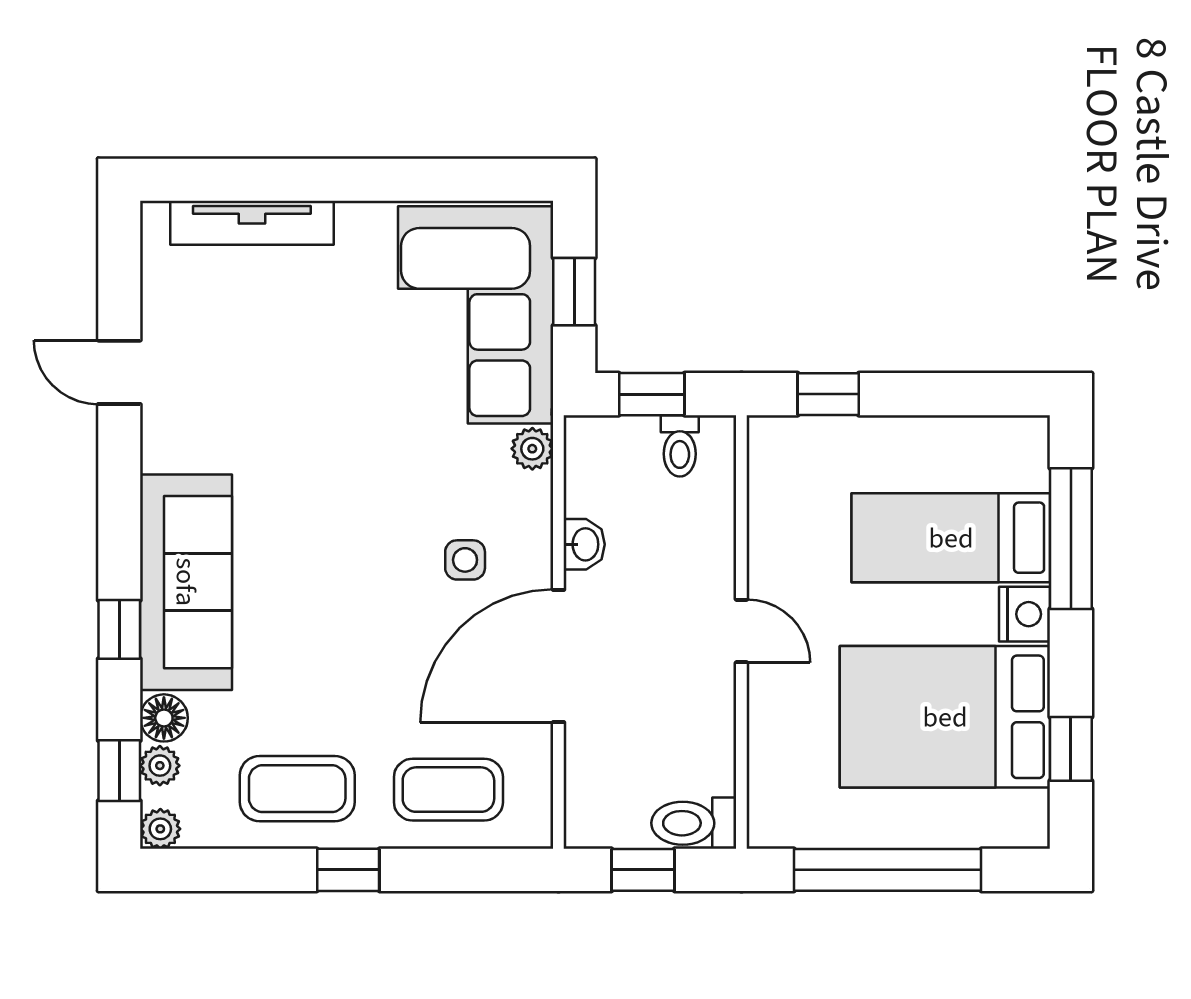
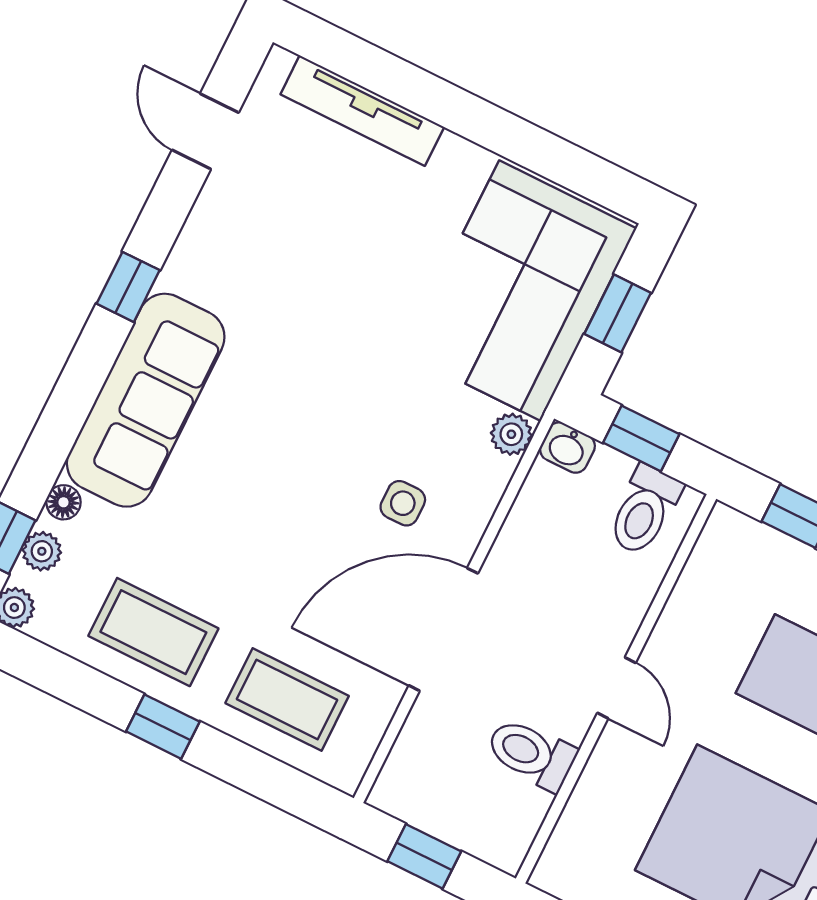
door: (119, 372) -> (205, 131), moved
toilet: (680, 446) -> (644, 510), width x1.37, depth x1.39
washbasin: (584, 544) -> (567, 448), moved, turned 90
window: (119, 629) -> (128, 287), moved
floor lamp: (164, 718) -> (64, 502), width x0.73, depth x0.73
toilet: (694, 823) -> (531, 754), moved

